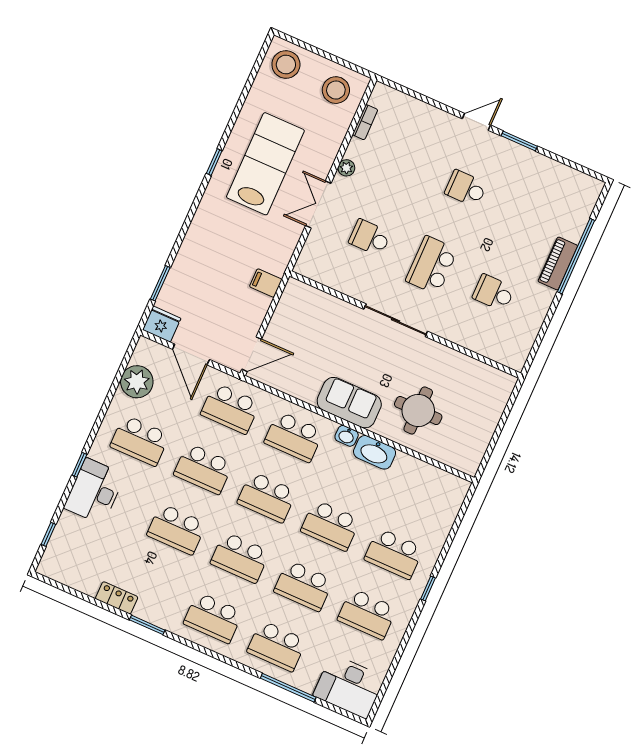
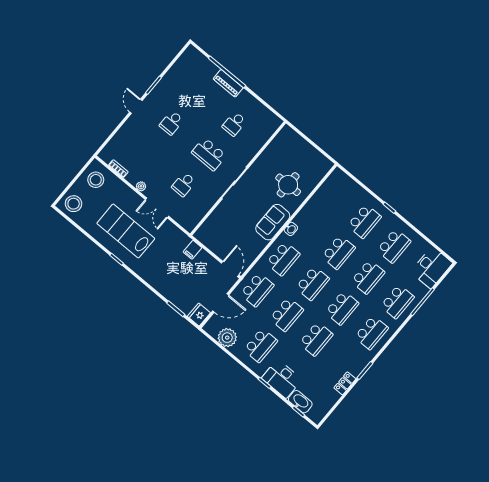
washbasin: (375, 452) -> (300, 402), moved, turned -90

